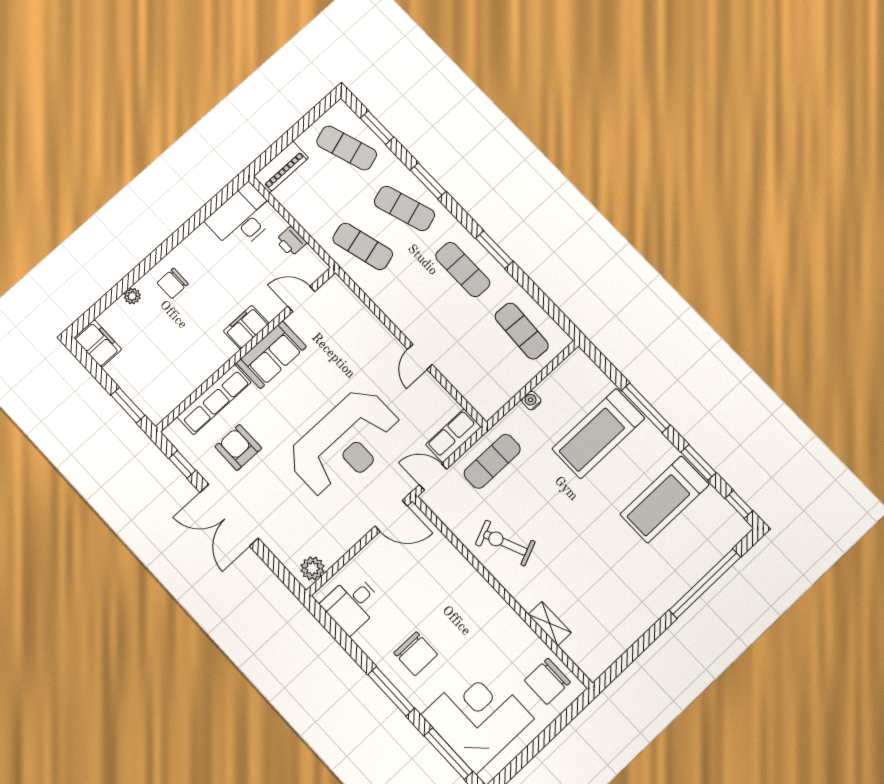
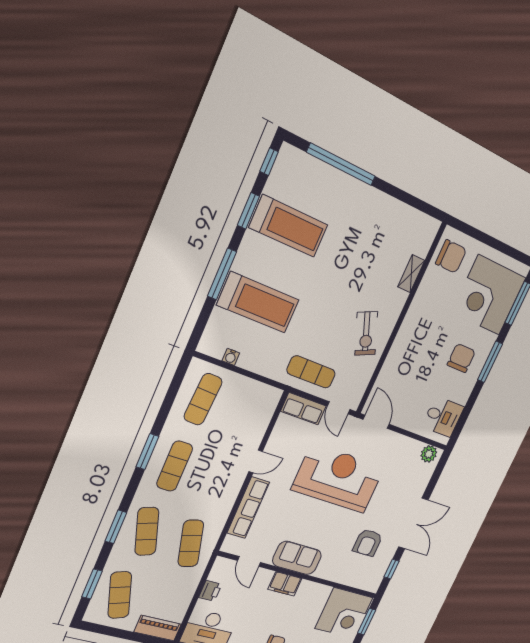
corner desk: (160, 382) -> (344, 613), added
row of seats: (214, 400) -> (248, 508), moved, turned 90
water cooler: (531, 401) -> (231, 357), moved

